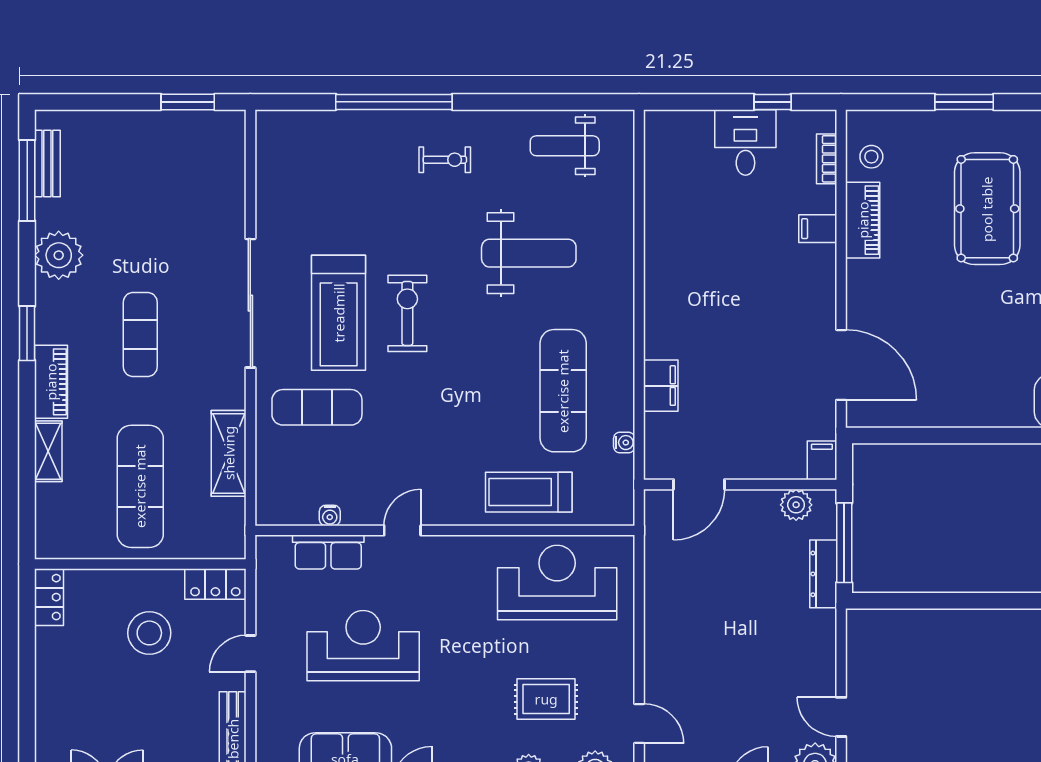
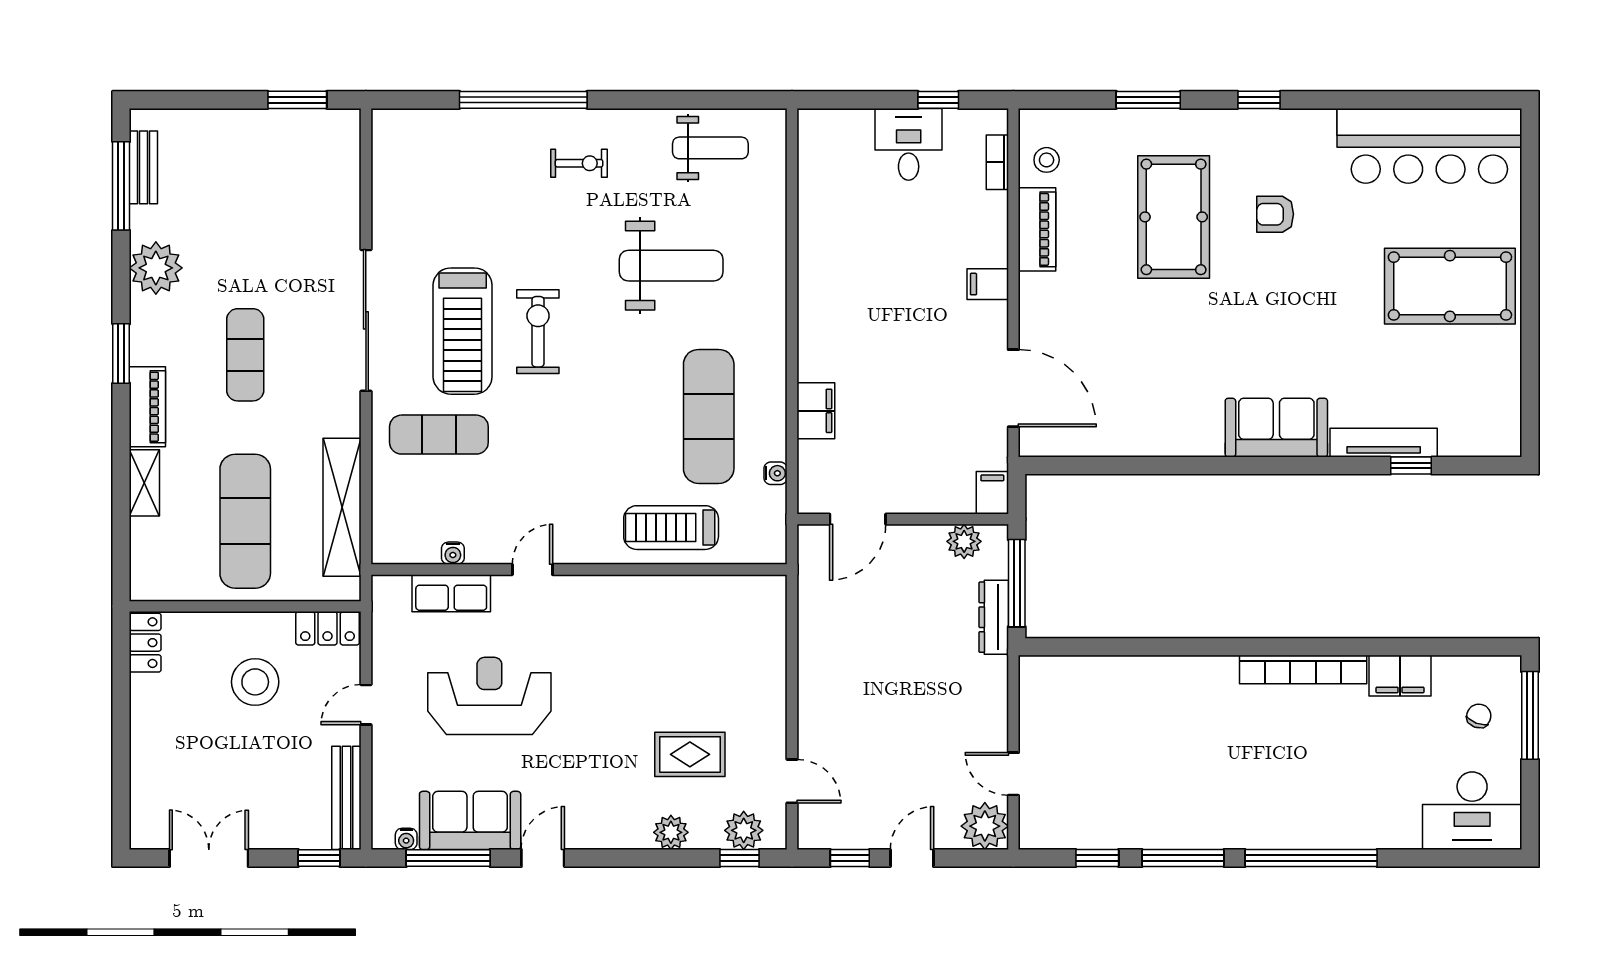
weight bench: (565, 146) -> (710, 148), turned 180
filing cabinet: (818, 229) -> (988, 284), moved
shelving: (229, 453) -> (342, 507), width x1.47
reception desk: (557, 582) -> (702, 627), removed

